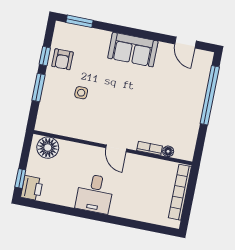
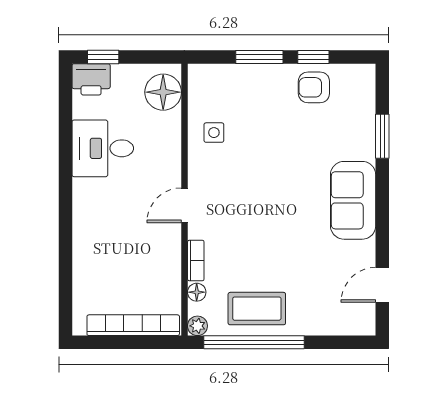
window: (79, 21) -> (382, 136), moved
side table: (81, 93) -> (214, 133), moved
window: (210, 95) -> (254, 342), moved
coffee table: (185, 118) -> (257, 309), added
plant: (188, 155) -> (197, 326), added
desk: (95, 194) -> (103, 148), moved

